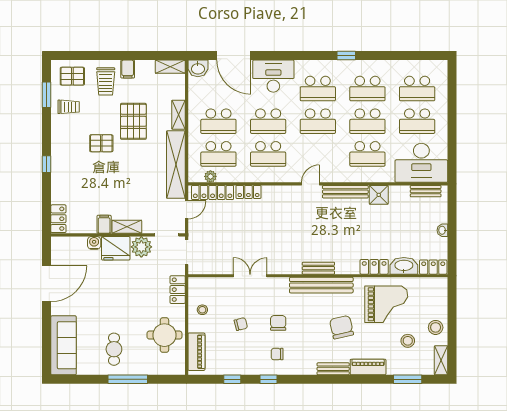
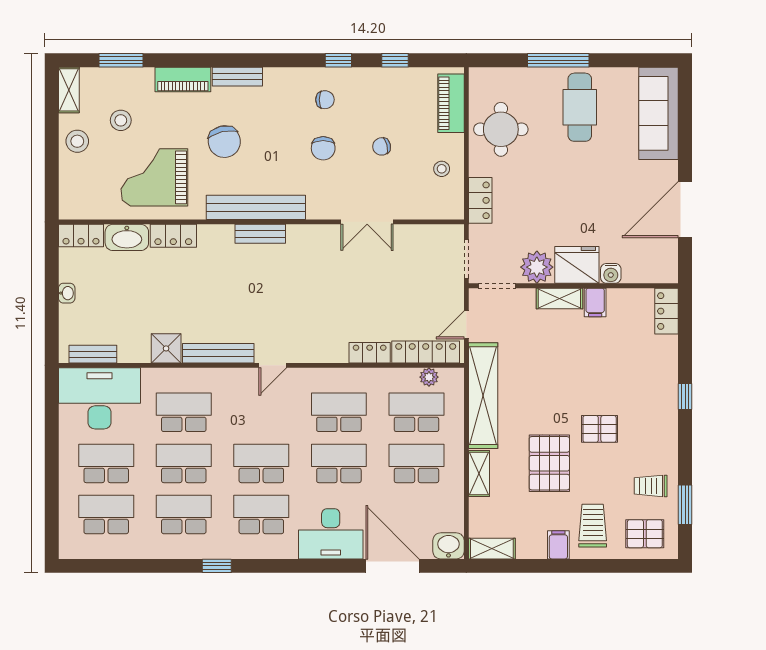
cafe table: (114, 349) -> (580, 107), width x1.37, depth x1.35

